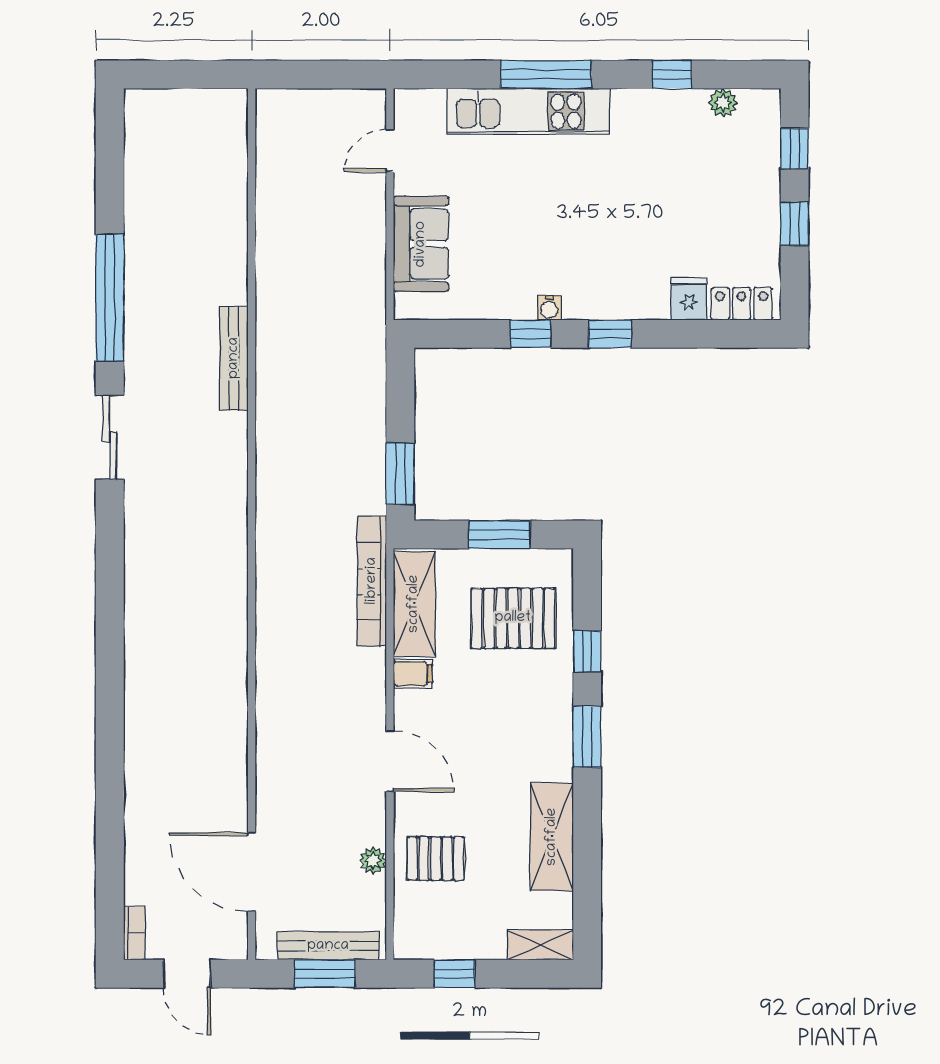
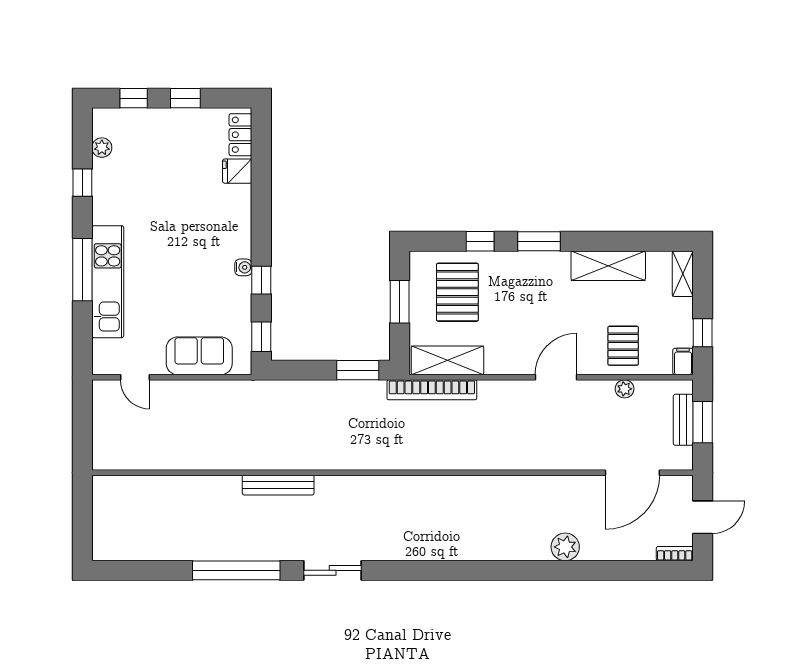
window: (610, 334) -> (261, 337), moved
filing cabinet: (413, 674) -> (683, 361), moved
plant: (144, 775) -> (565, 547), added
bench: (328, 946) -> (683, 420), width x0.73

